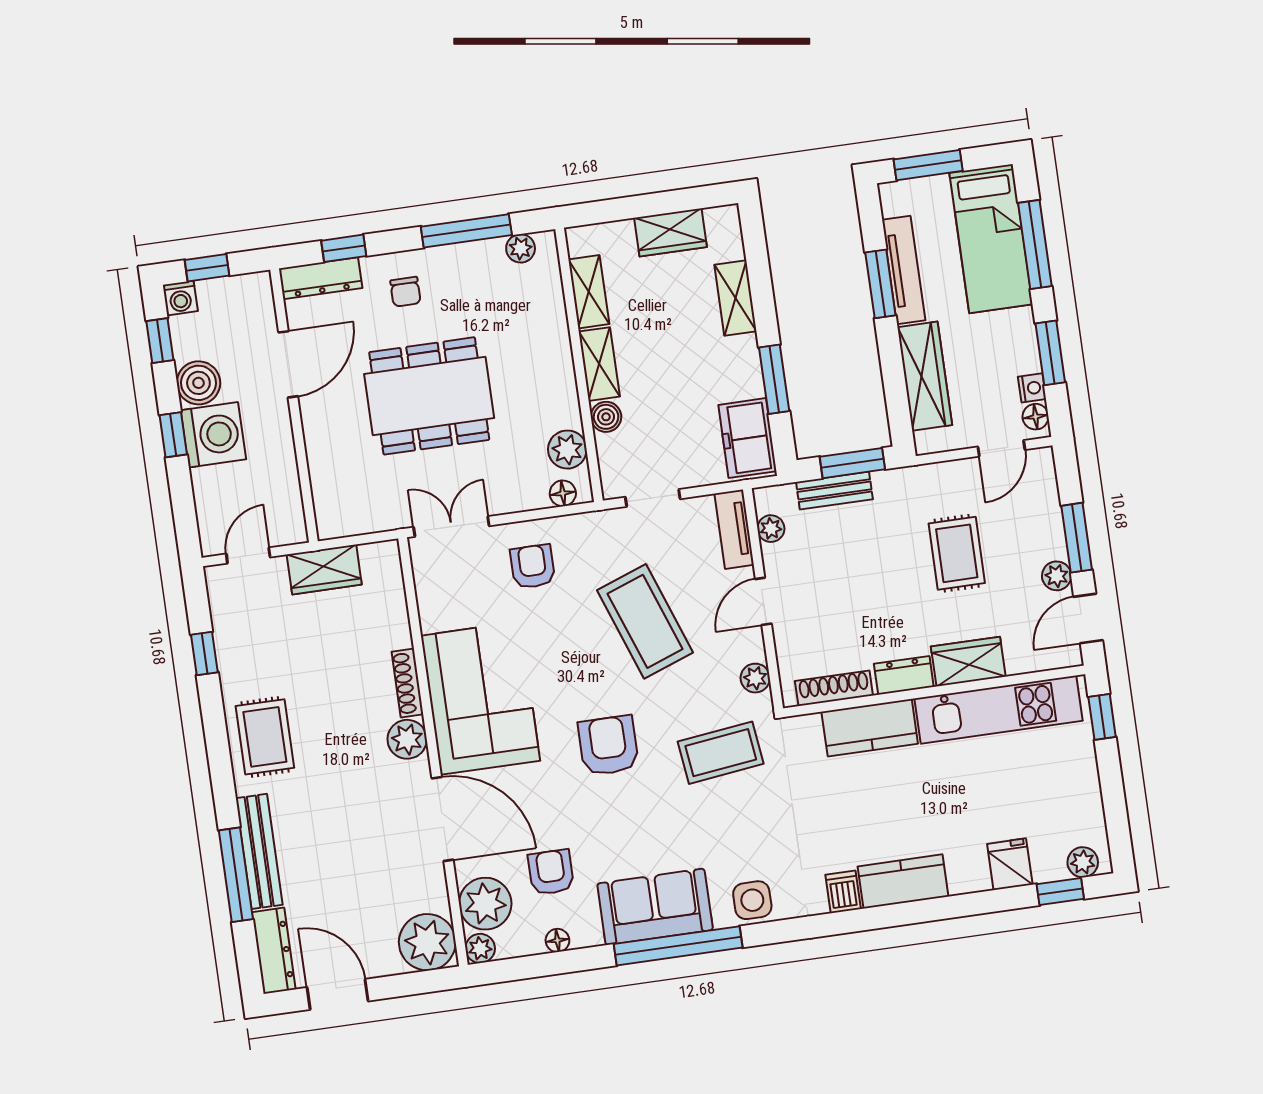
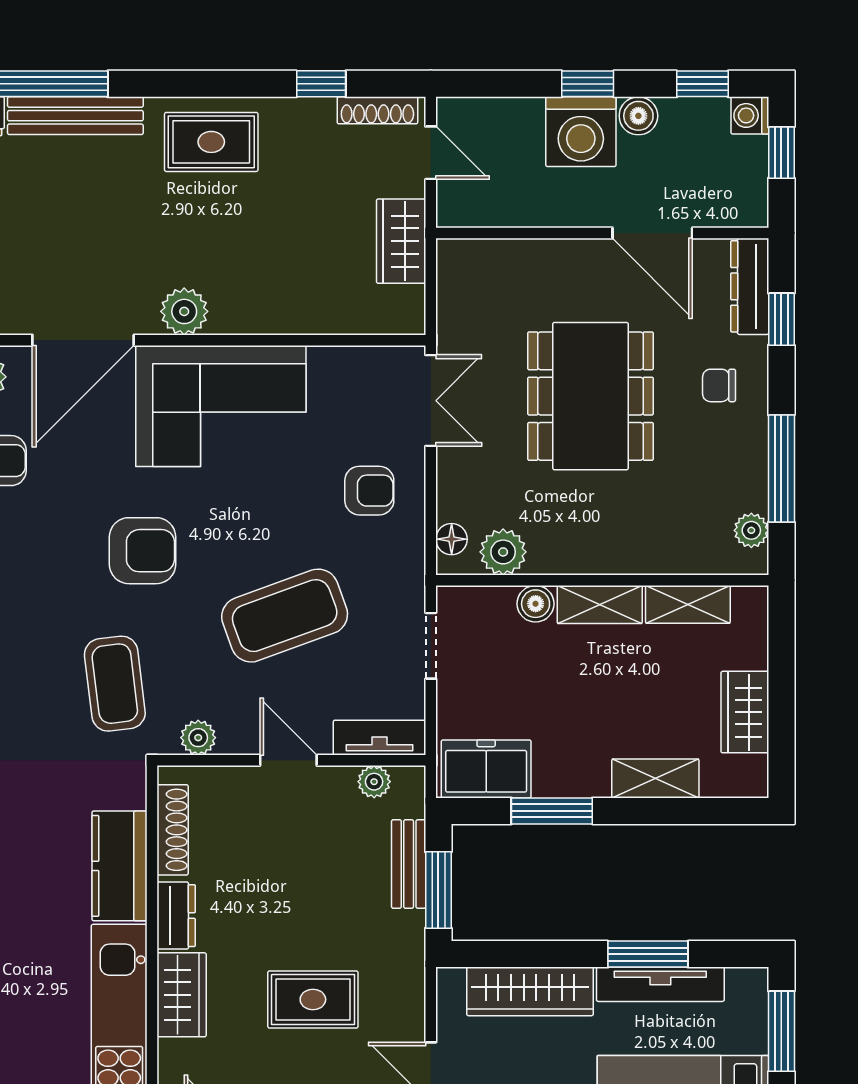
boiler: (198, 383) -> (638, 116), width x0.73, depth x0.73
shoe rack: (407, 683) -> (377, 110), moved, turned 180

